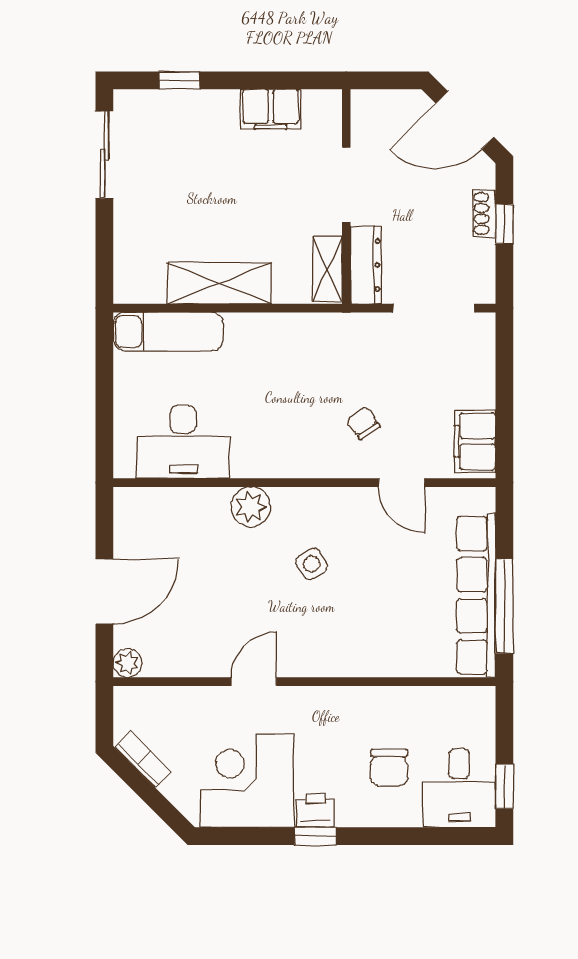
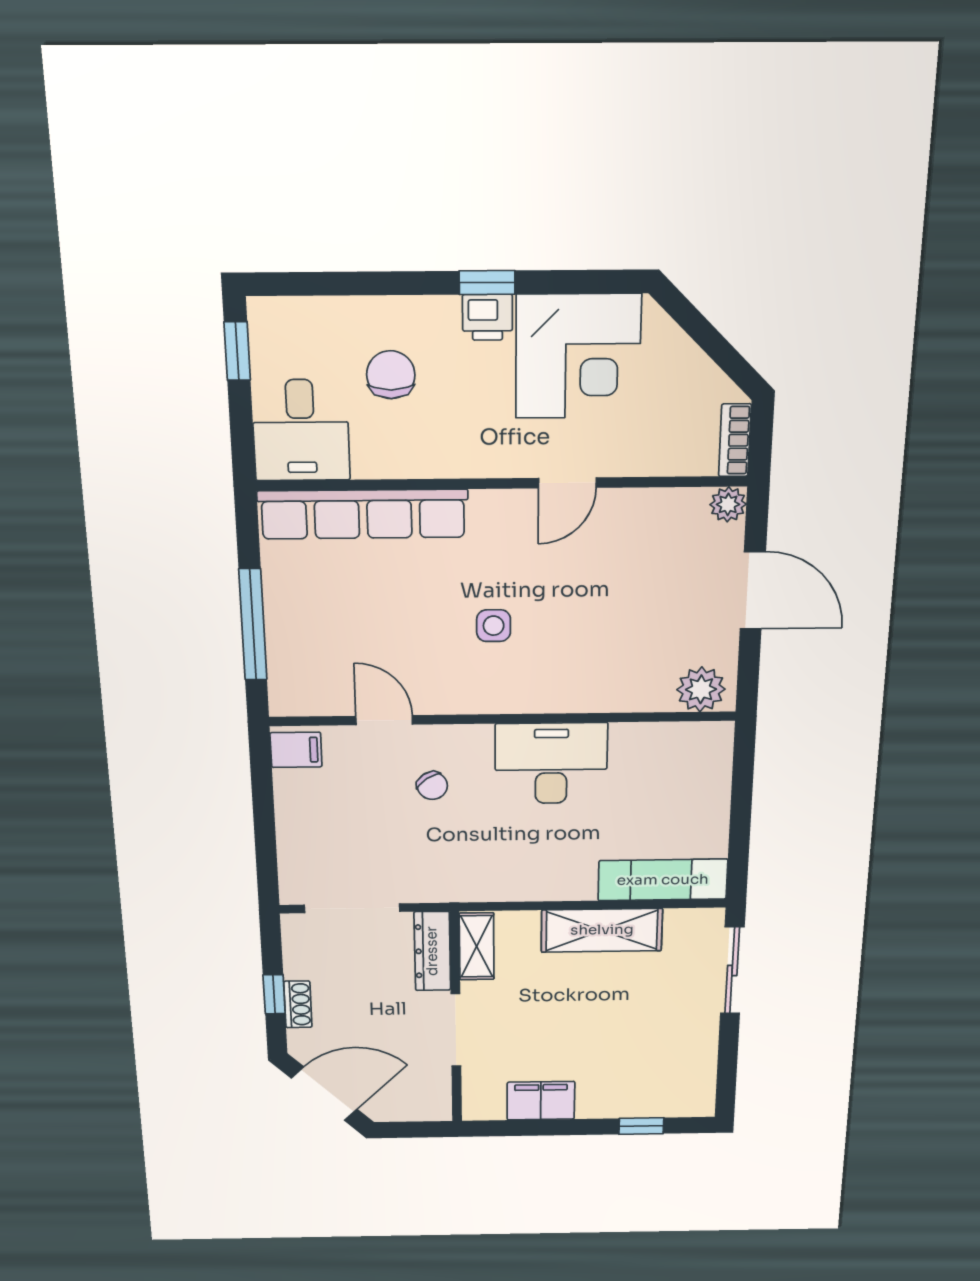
sliding door: (104, 155) -> (732, 970), moved
filing cabinet: (475, 441) -> (296, 750), width x0.50
desk: (183, 442) -> (551, 763), moved
plant: (251, 507) -> (701, 689), moved
side table: (312, 564) -> (494, 626), turned 32
door: (104, 591) -> (753, 591), swing flipped
row of seats: (476, 595) -> (363, 514), moved, turned 90
window: (504, 606) -> (253, 625), moved
bookcase: (143, 760) -> (735, 440), moved, turned 45
desk: (459, 788) -> (301, 430), moved, turned 180

